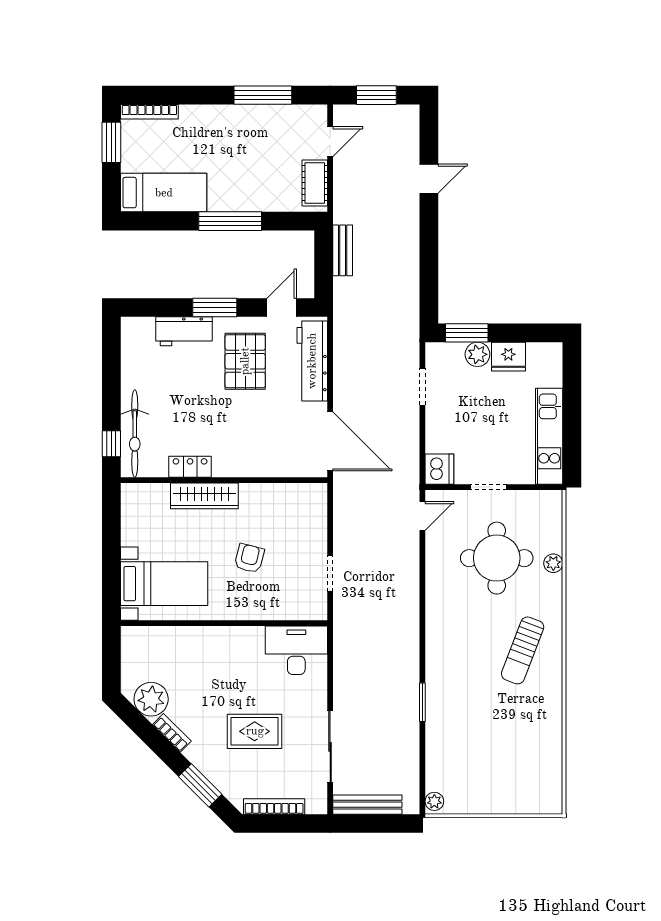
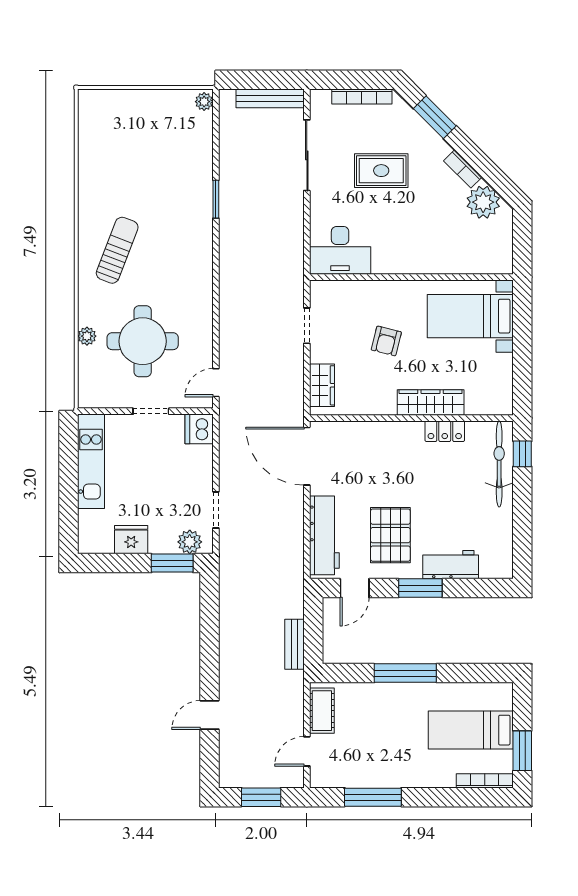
bed: (164, 193) -> (471, 730), moved
plant: (477, 354) -> (190, 542), moved
wardrobe: (315, 513) -> (322, 385), added

